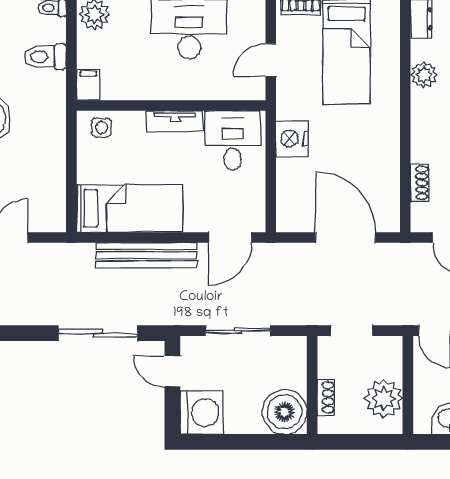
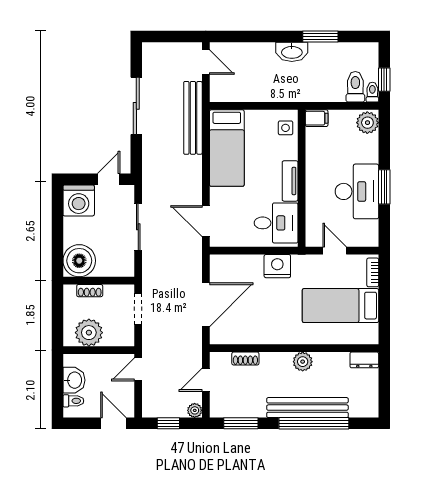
toilet: (45, 57) -> (355, 87), moved
plant: (424, 75) -> (303, 362), moved
bench: (146, 255) -> (193, 118), moved
sliding door: (98, 333) -> (136, 106), moved

